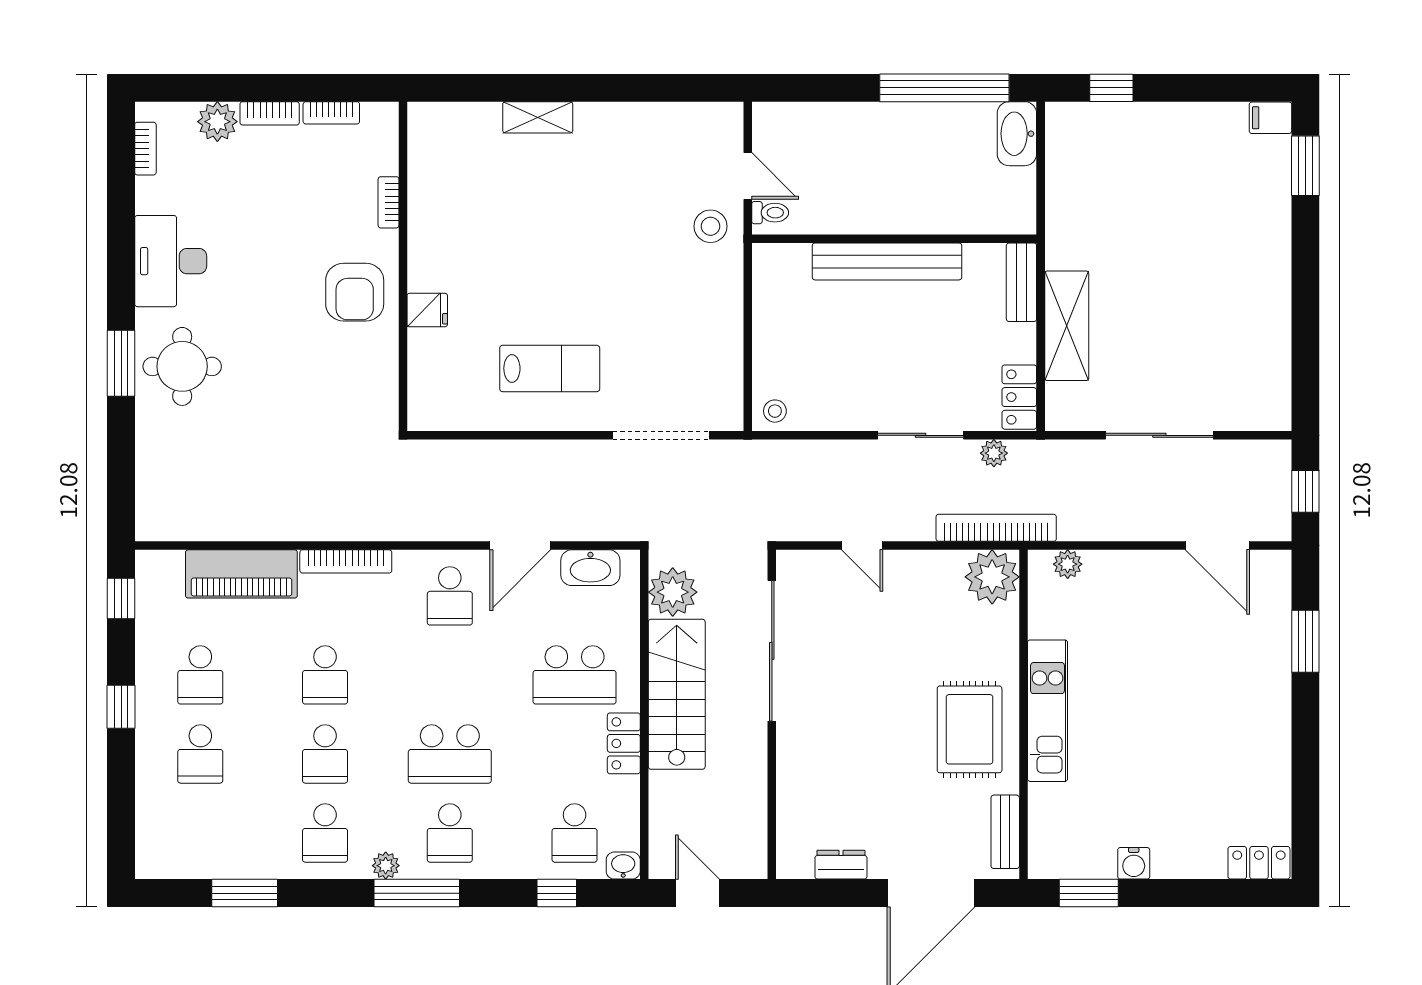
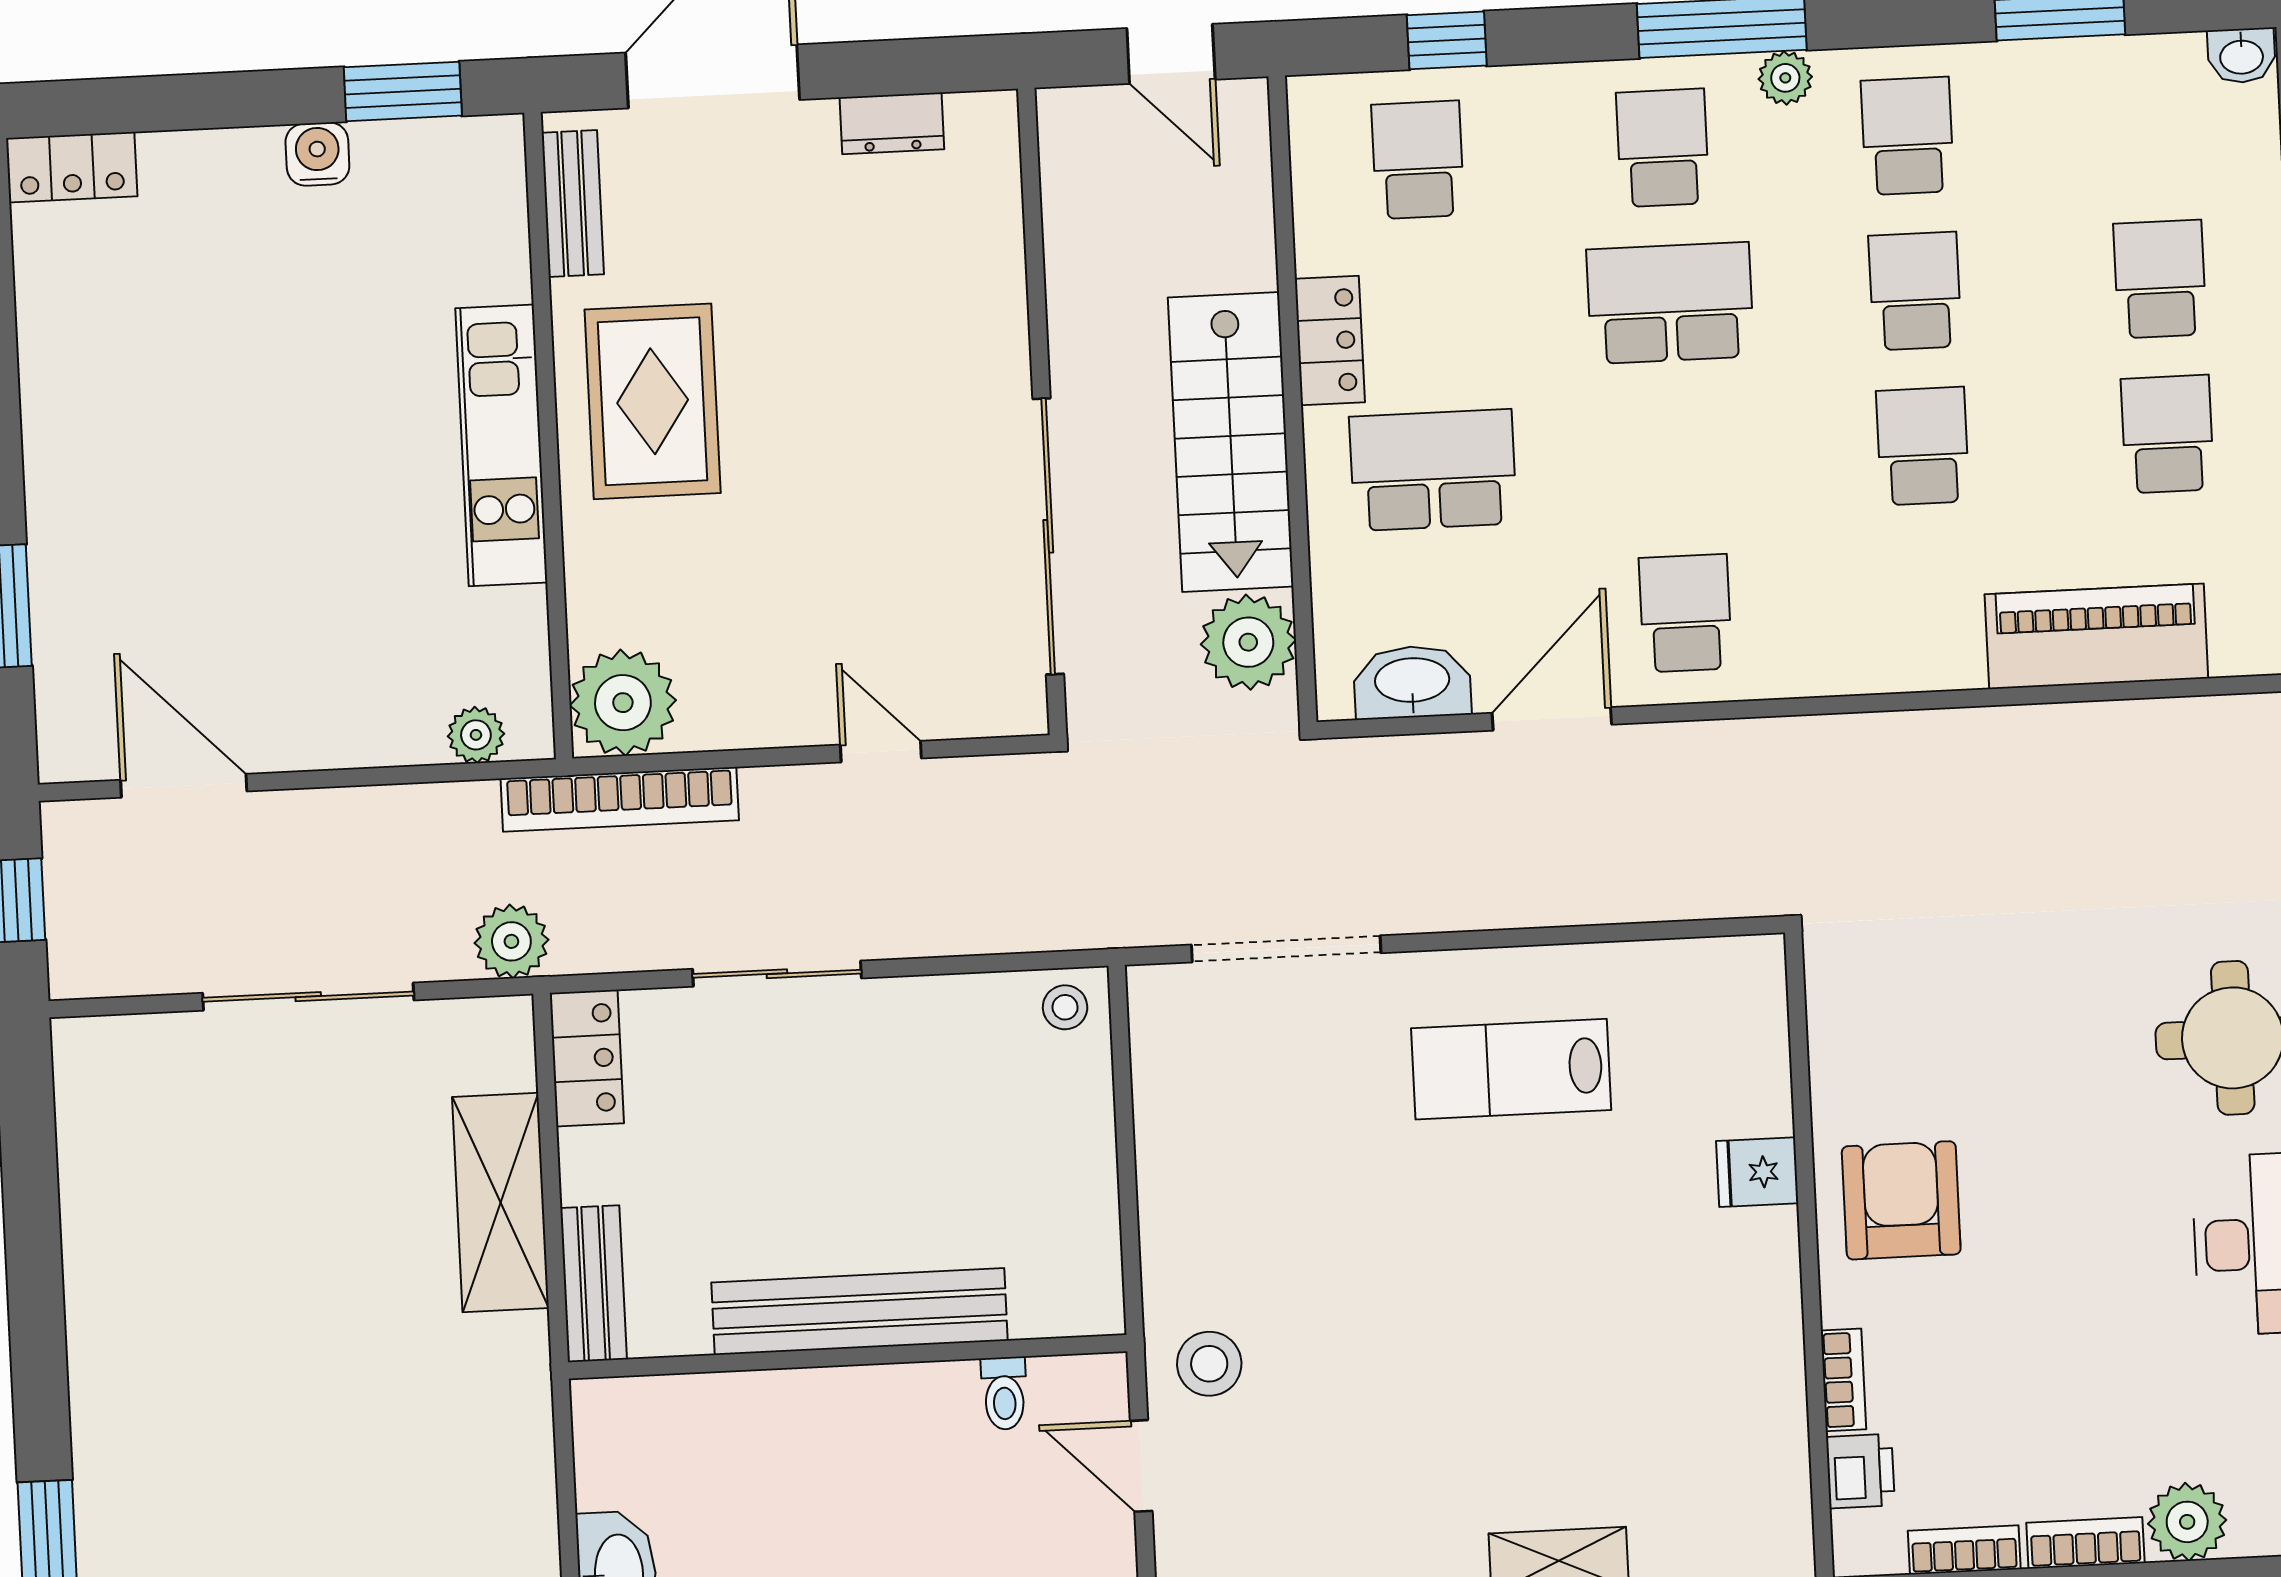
printer: (382, 156) -> (1860, 1471), added
toilet: (770, 213) -> (1004, 1393), moved, turned -90
plant: (994, 453) -> (511, 941), moved, width x1.38, depth x1.38
bookcase: (346, 561) -> (1893, 671), removed
washbasin: (623, 866) -> (2241, 56), moved

